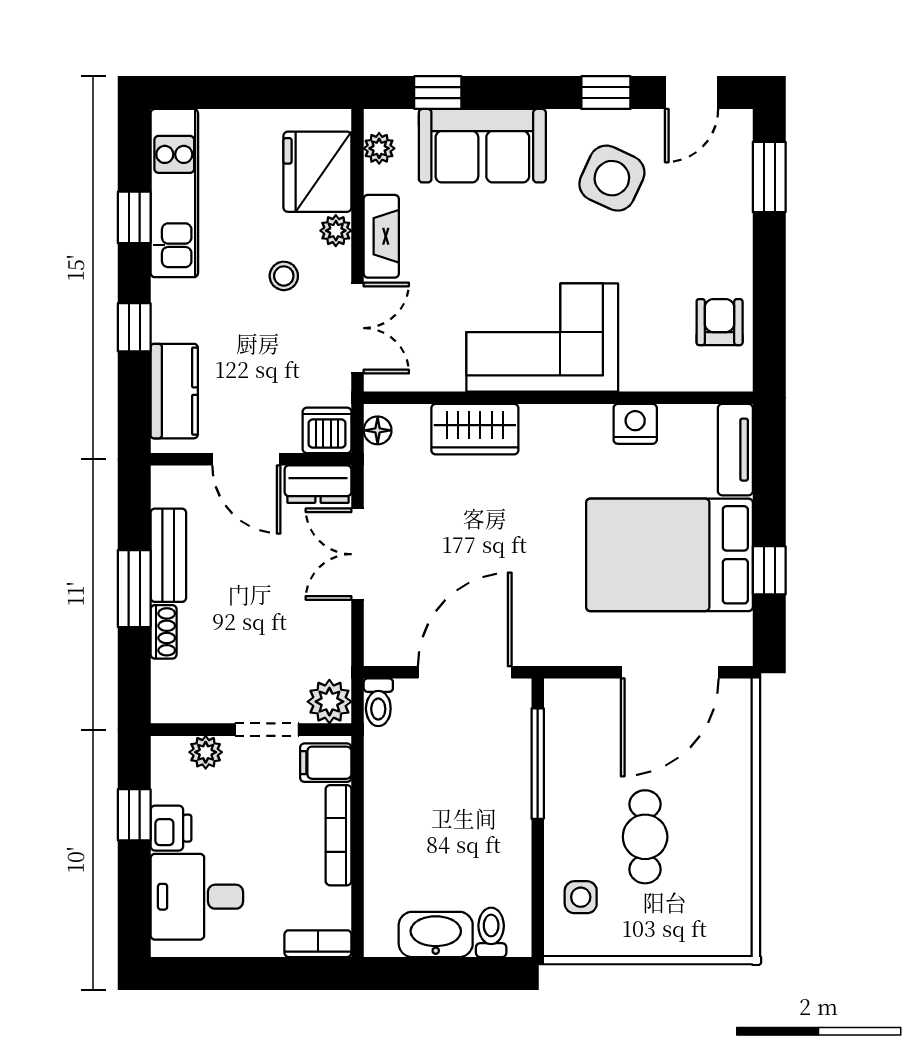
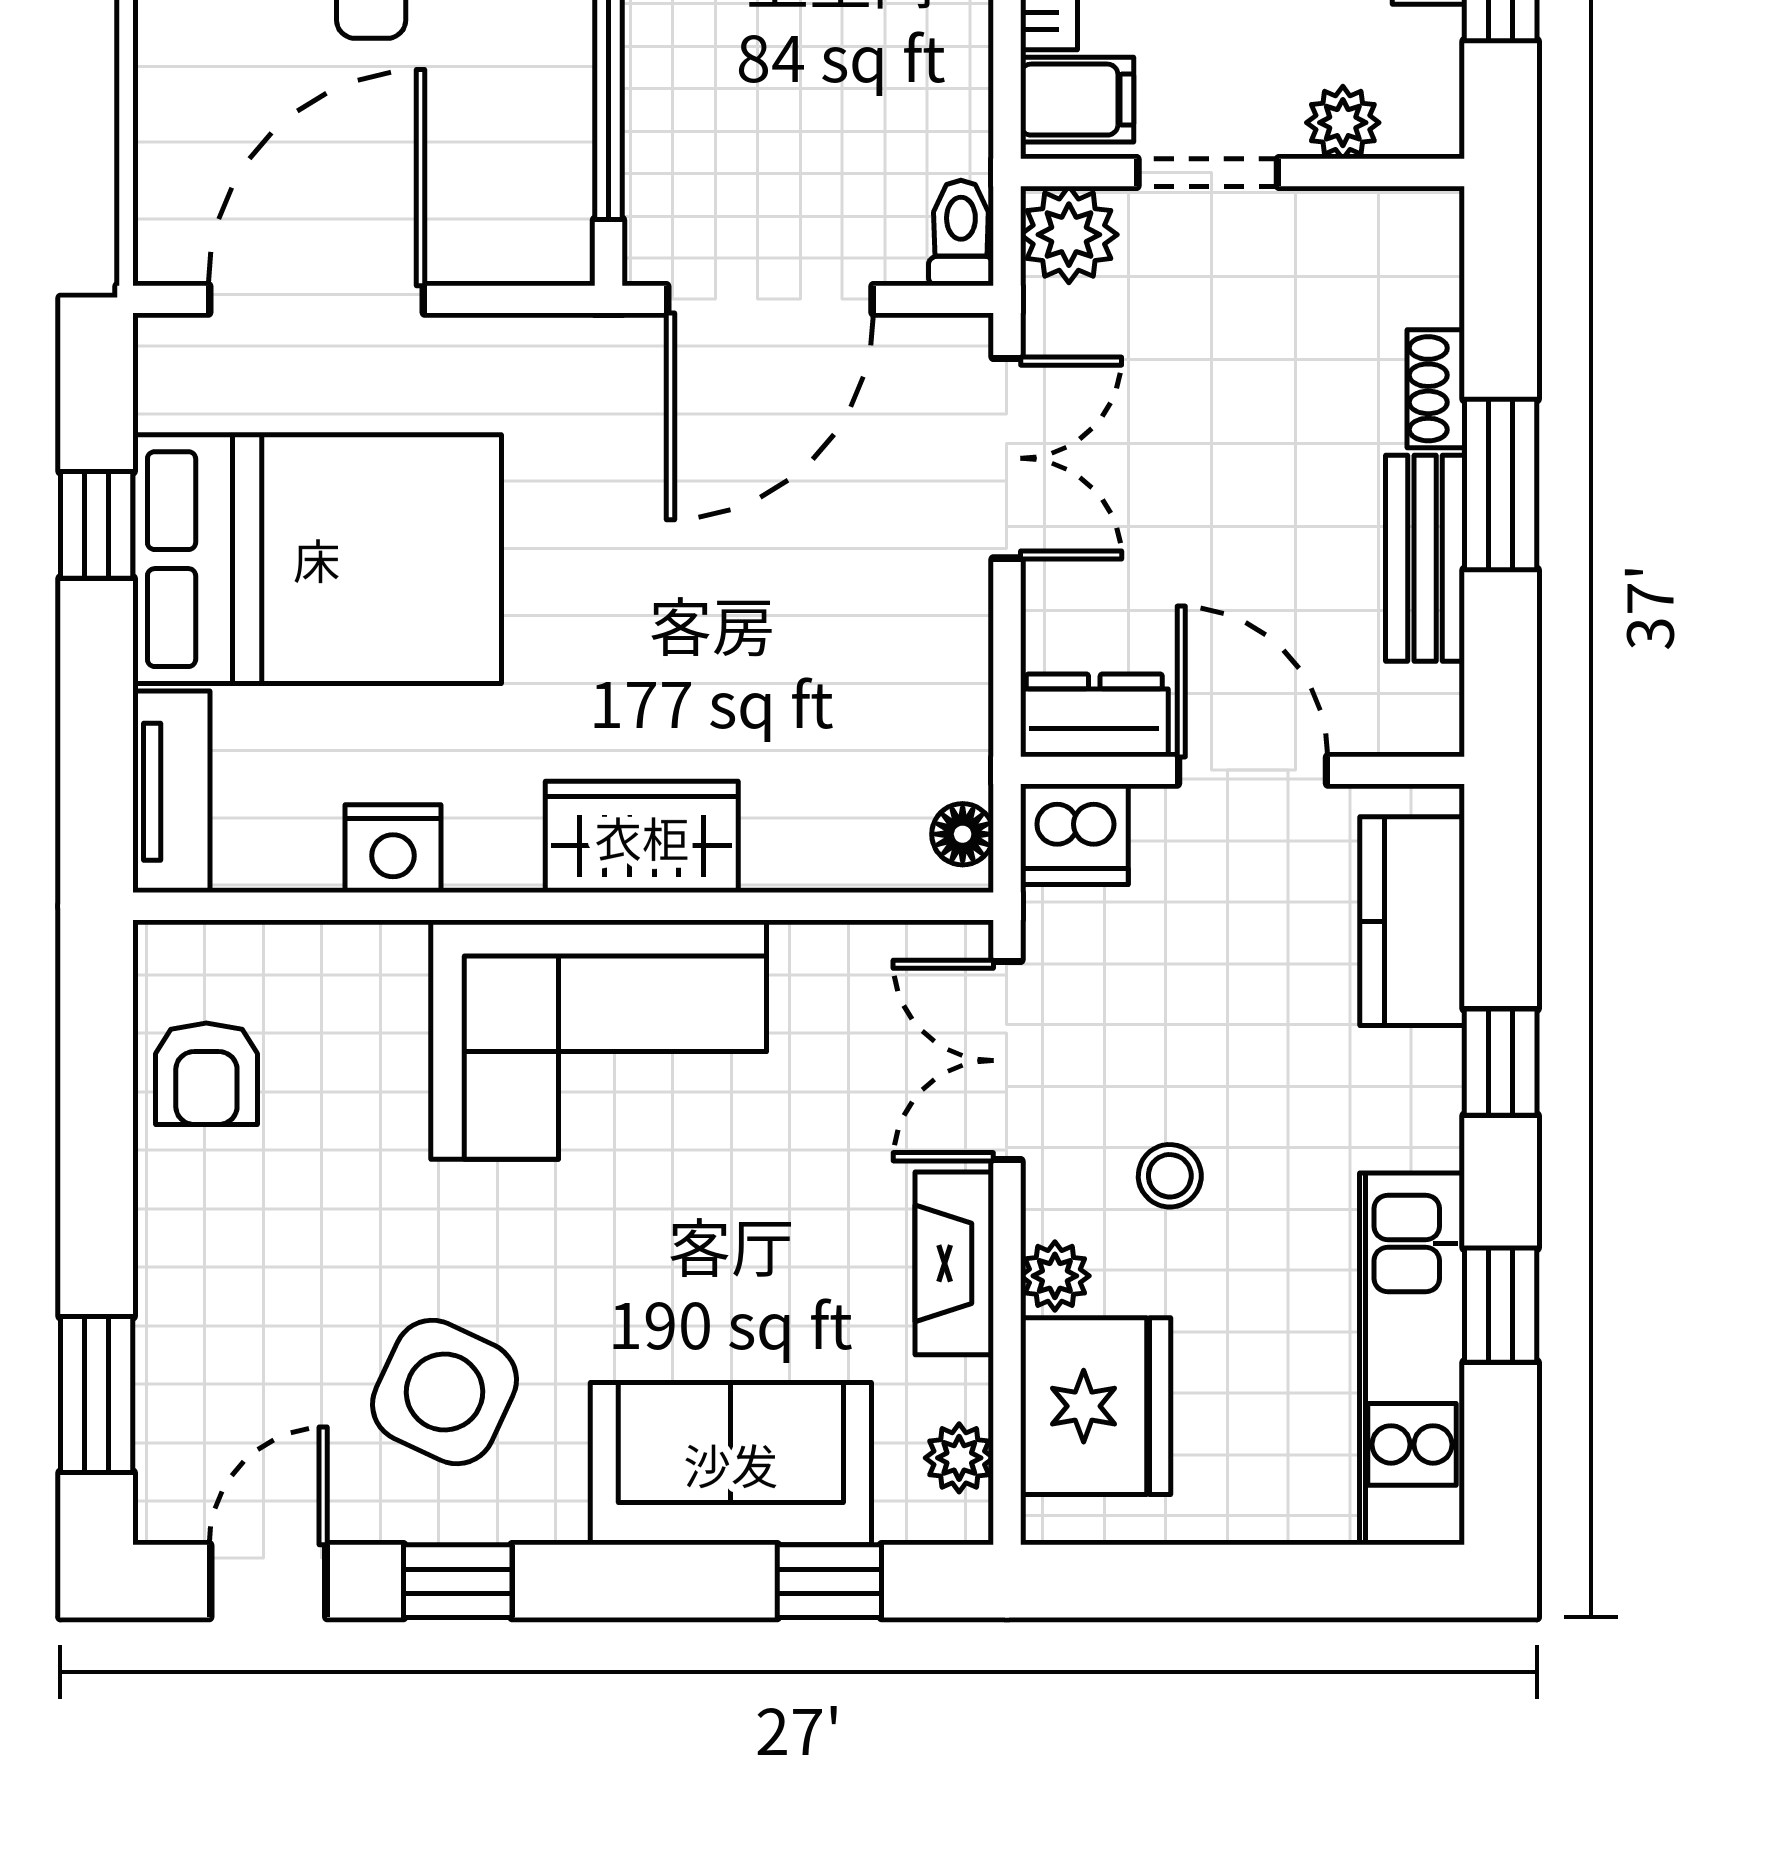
wardrobe: (475, 429) -> (642, 837), moved
double door: (357, 554) -> (1007, 458), moved

